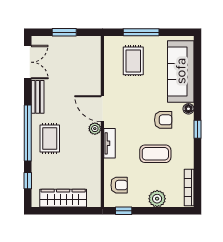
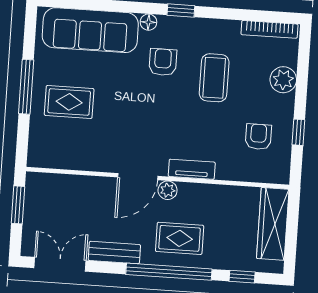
door: (102, 109) -> (138, 177), moved
wall: (102, 122) -> (158, 178), moved
plant: (95, 129) -> (168, 190), moved
tv unit: (110, 143) -> (192, 169), moved

